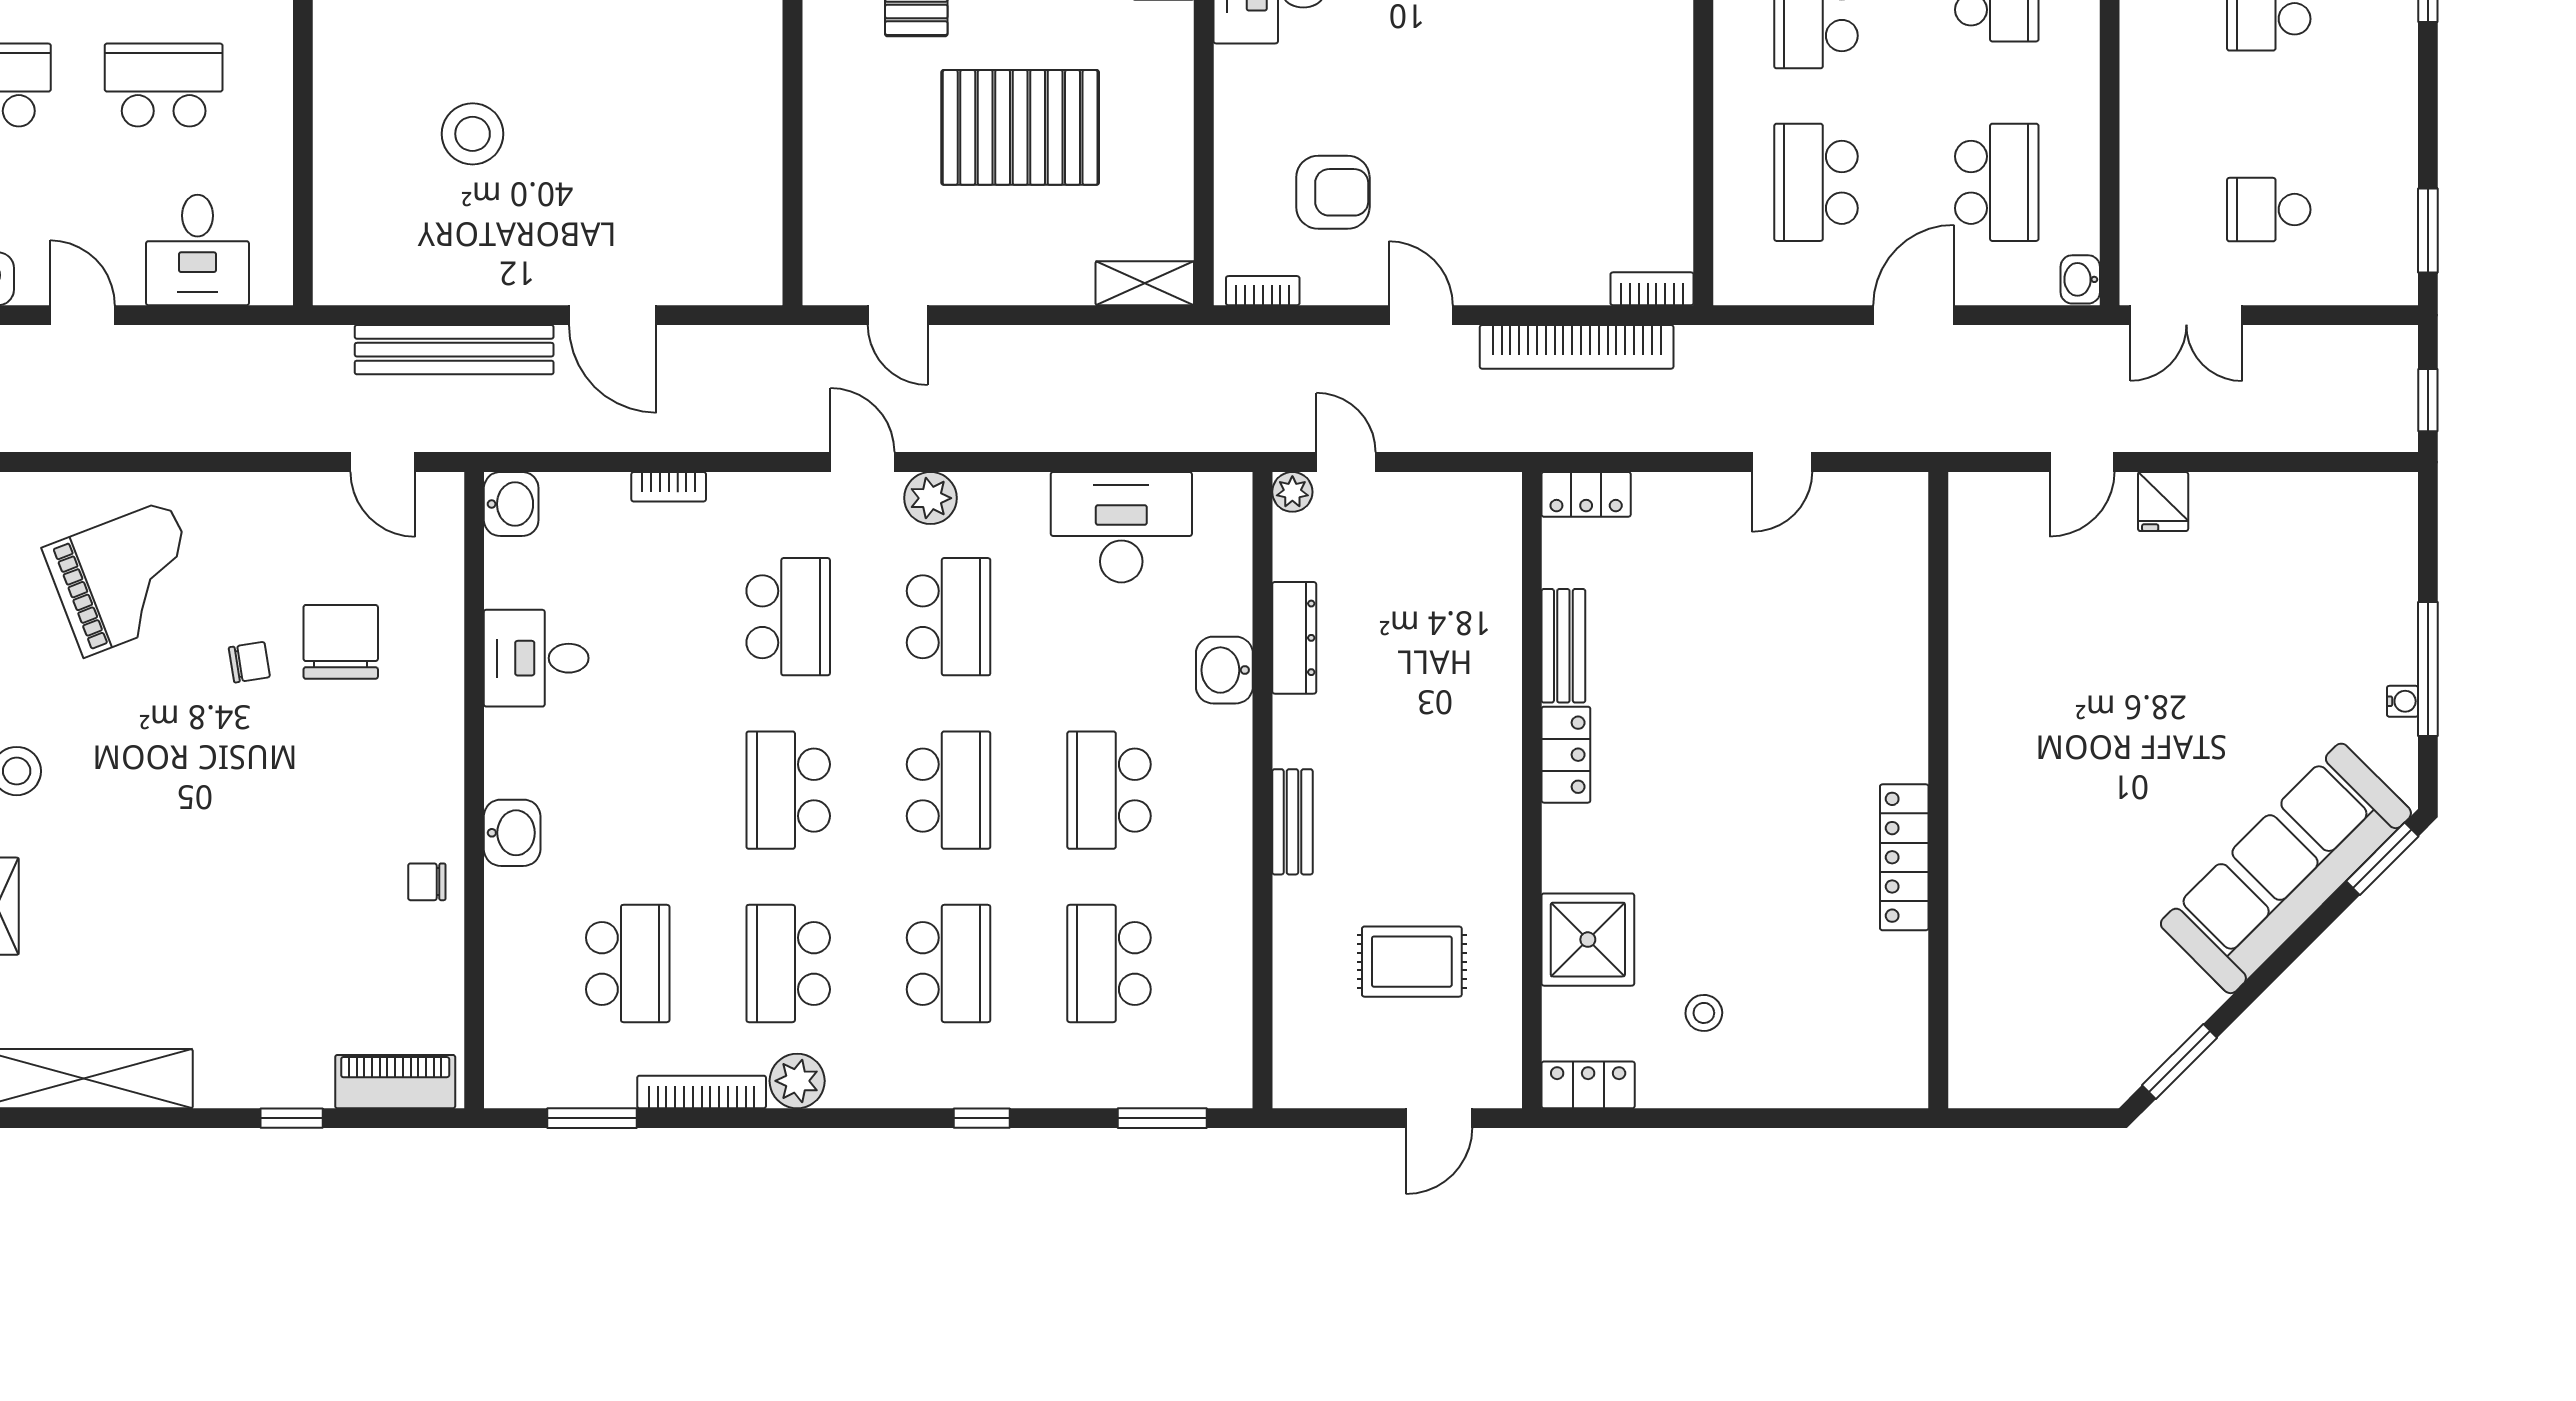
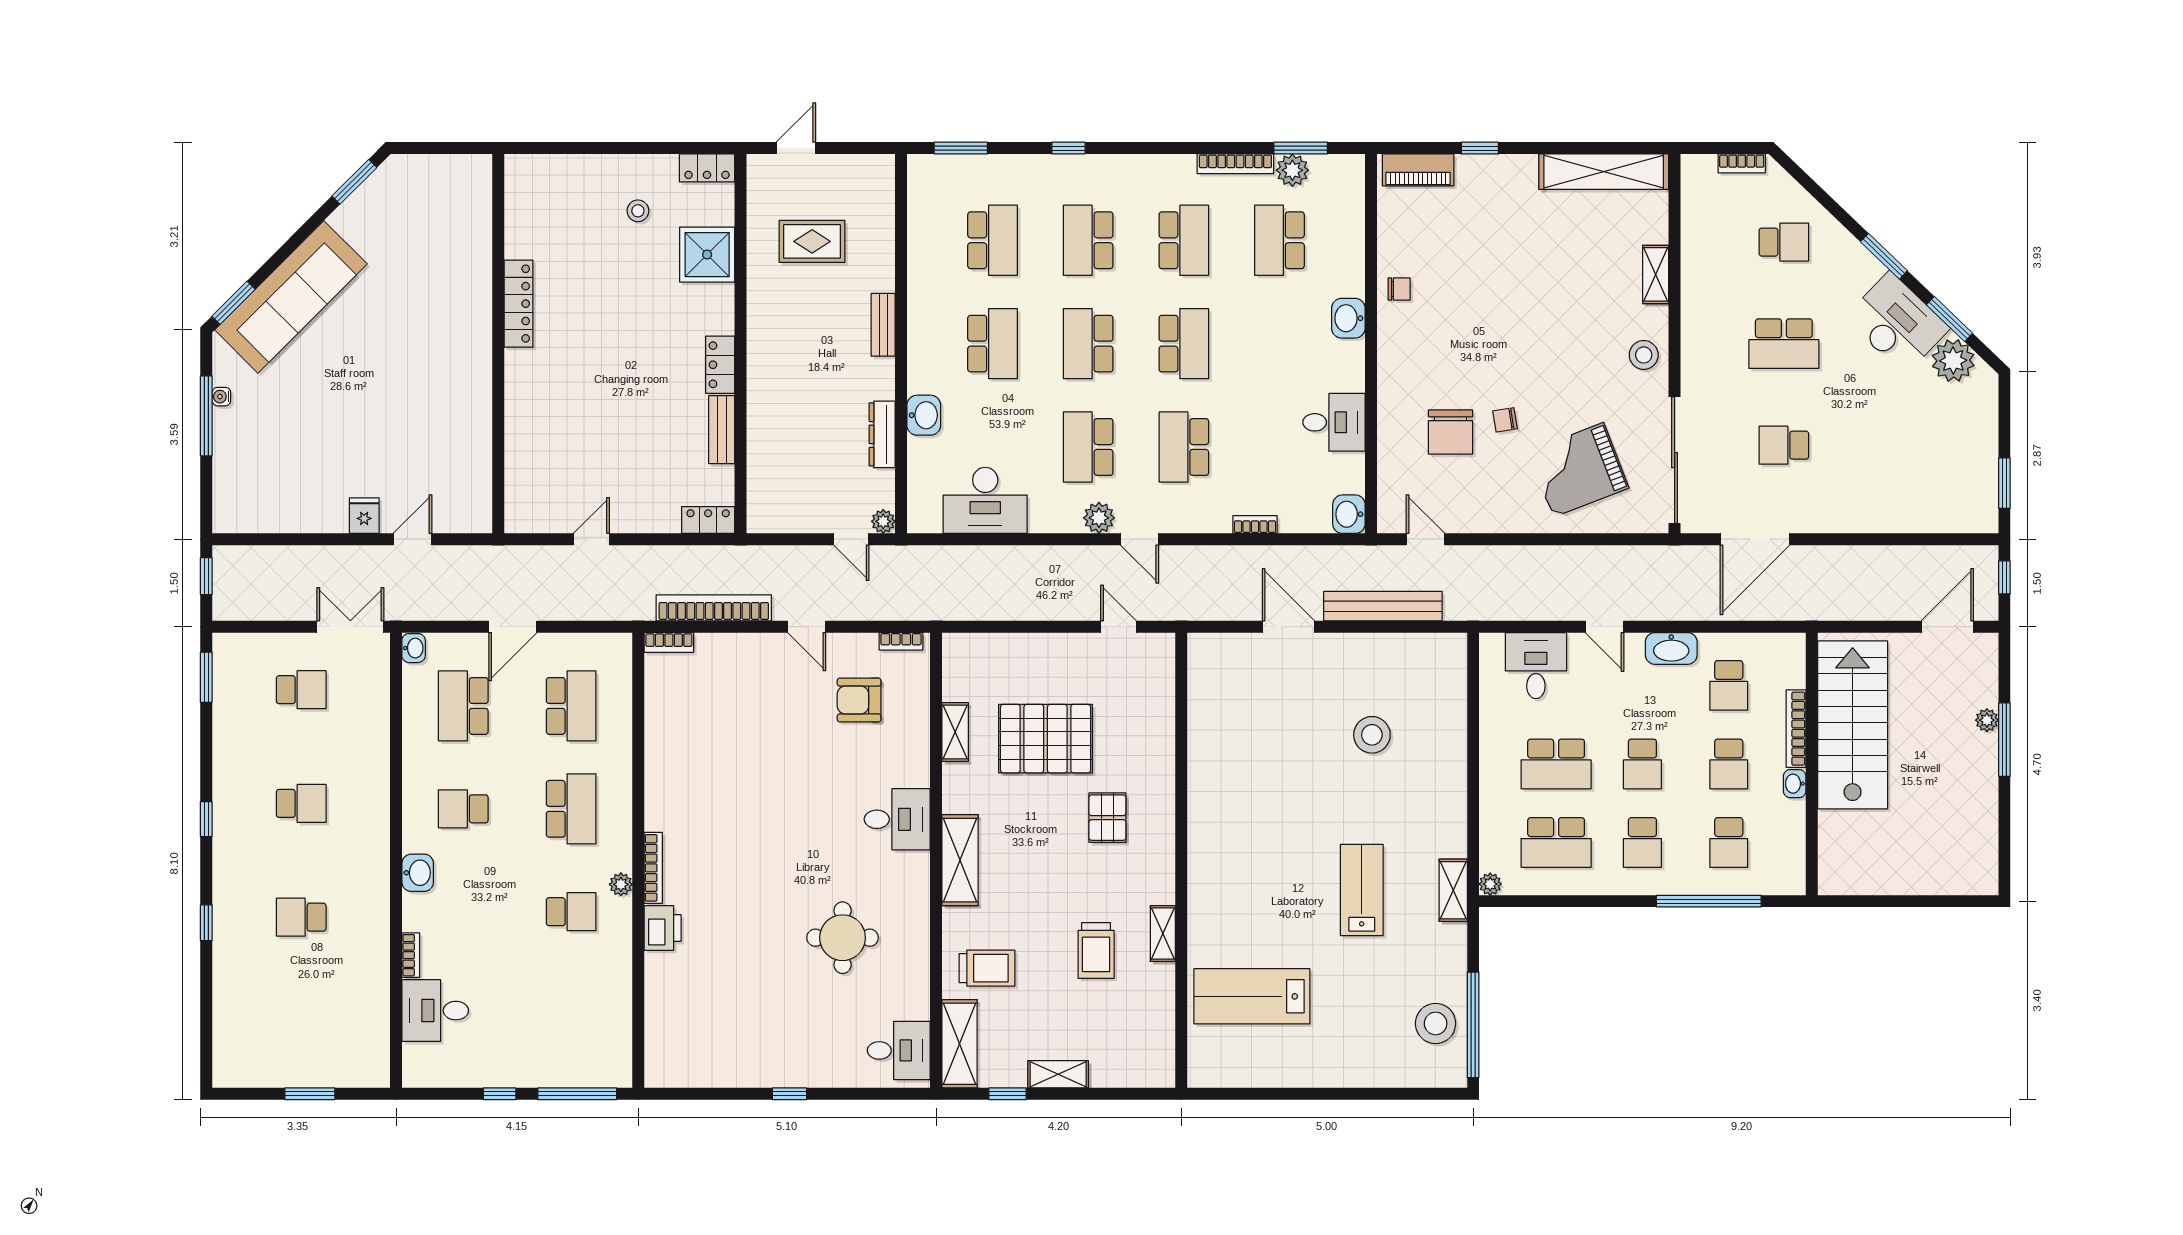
shelving: (1145, 283) -> (955, 732), moved, turned 90
plant: (797, 1081) -> (1292, 170), moved

